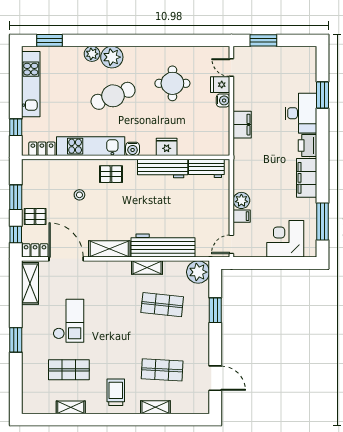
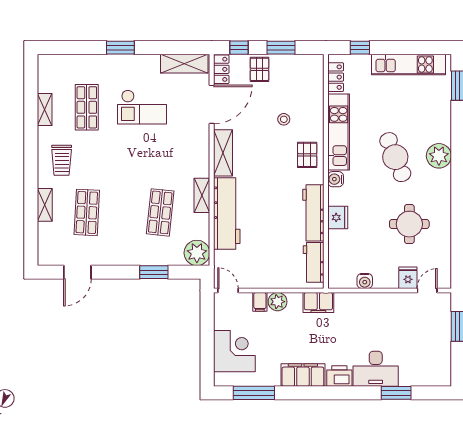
plant: (92, 54) -> (443, 133), removed
water cooler: (223, 100) -> (365, 281), moved
filing cabinet: (242, 125) -> (318, 303), moved
trolley: (116, 392) -> (62, 160), turned 90

